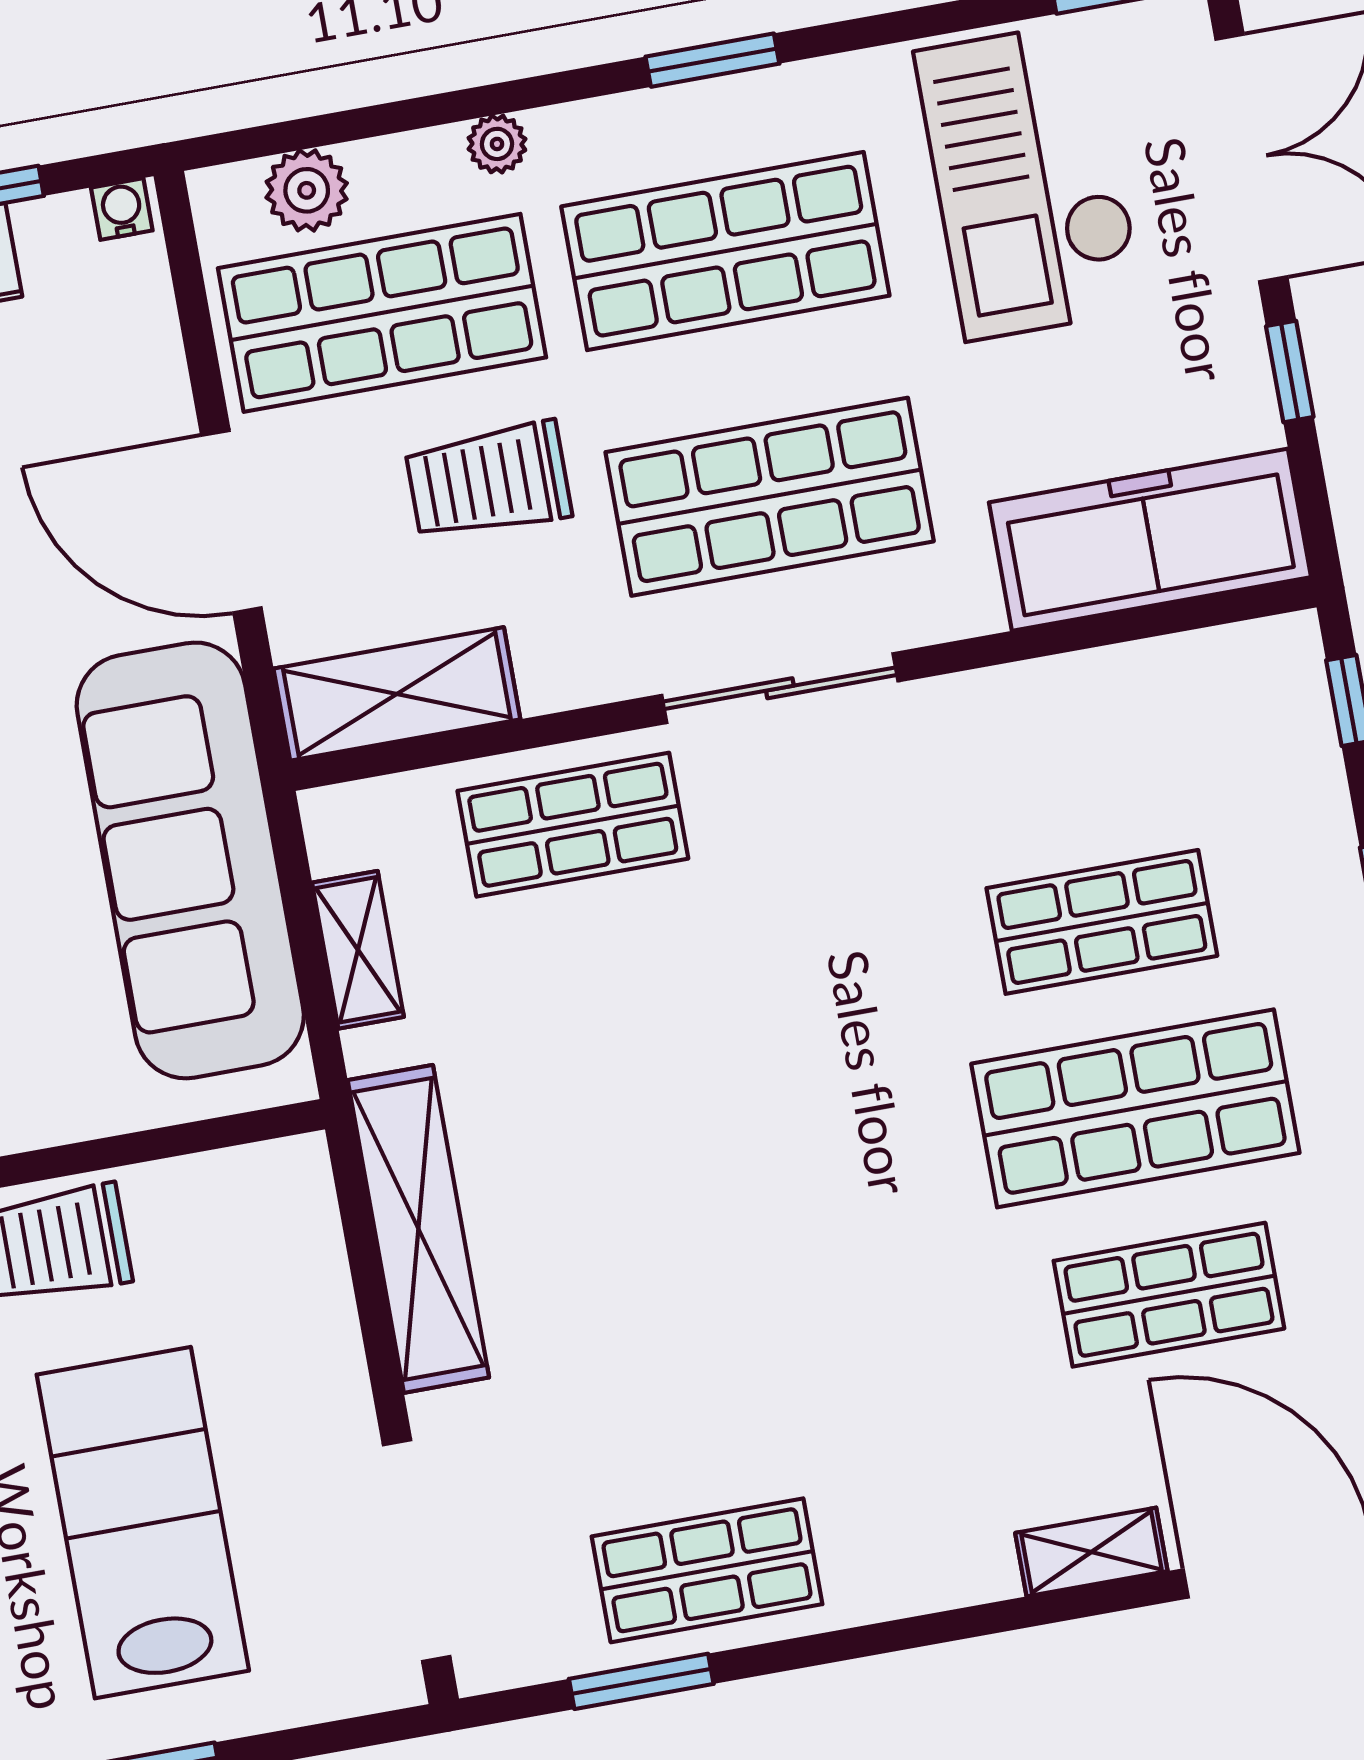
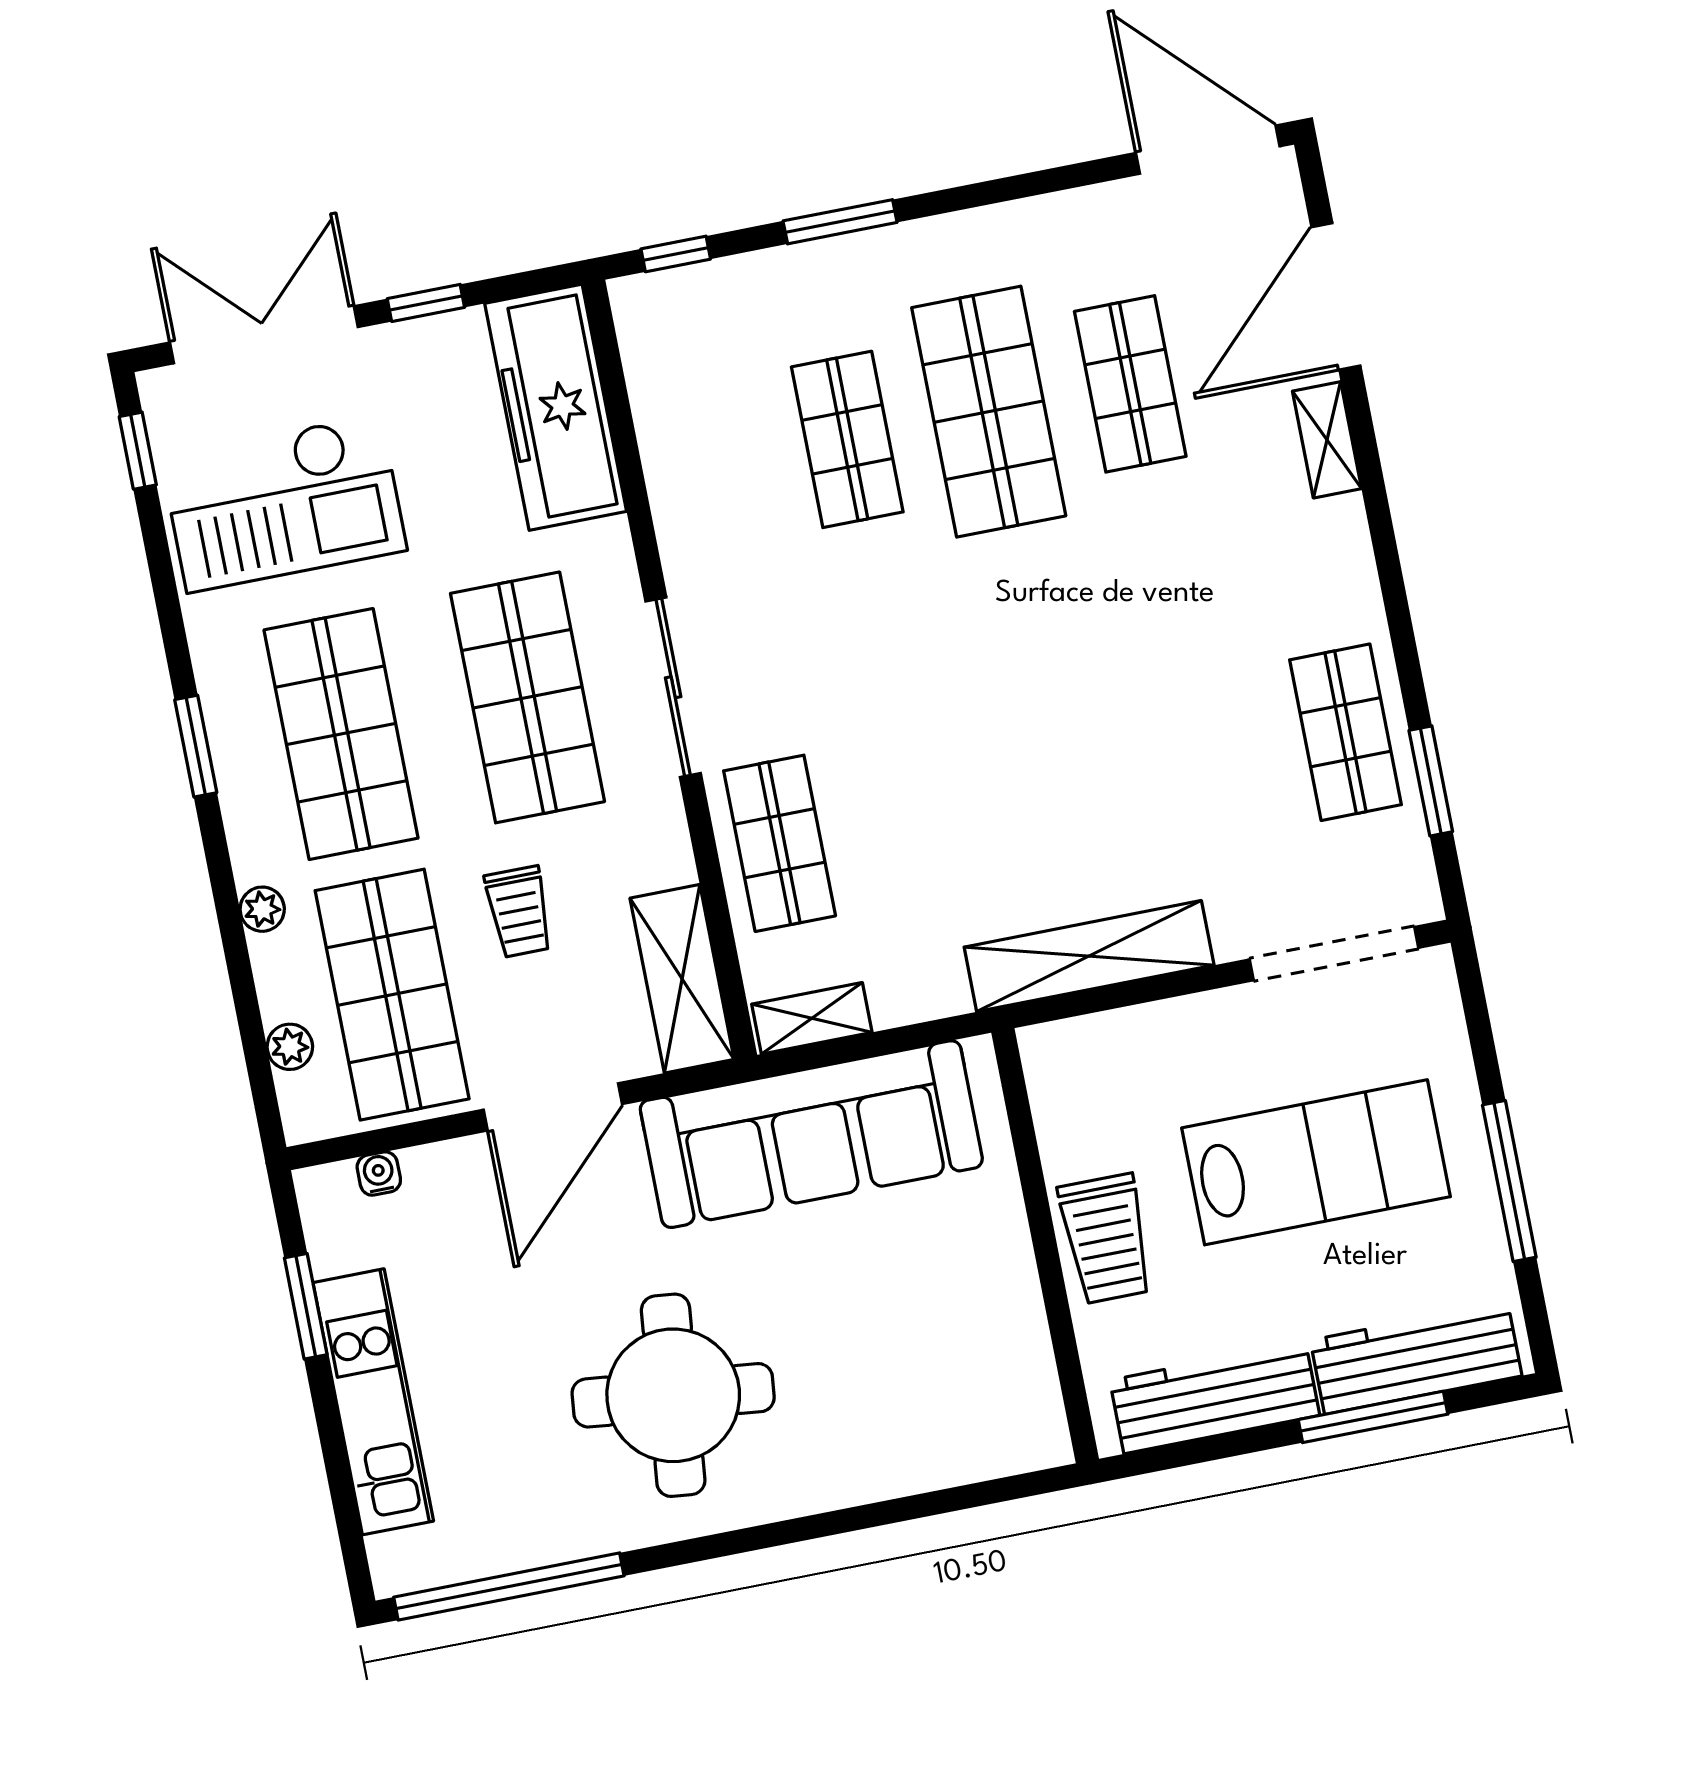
plant: (307, 190) -> (290, 1047), width x0.73, depth x0.73
water cooler: (122, 209) -> (379, 1174), moved, turned 90
trolley: (488, 481) -> (519, 912), width x0.73, depth x0.72
shelving: (358, 950) -> (812, 1018), moved
lab bench: (143, 1523) -> (1316, 1162), turned 180

